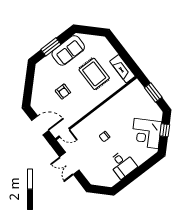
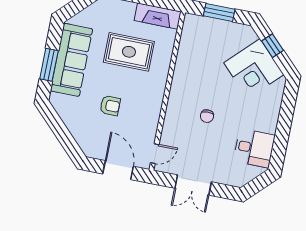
sofa: (68, 50) -> (71, 60), width x1.36
door: (40, 125) -> (118, 170), hinge flipped
desk: (123, 164) -> (254, 148), moved

